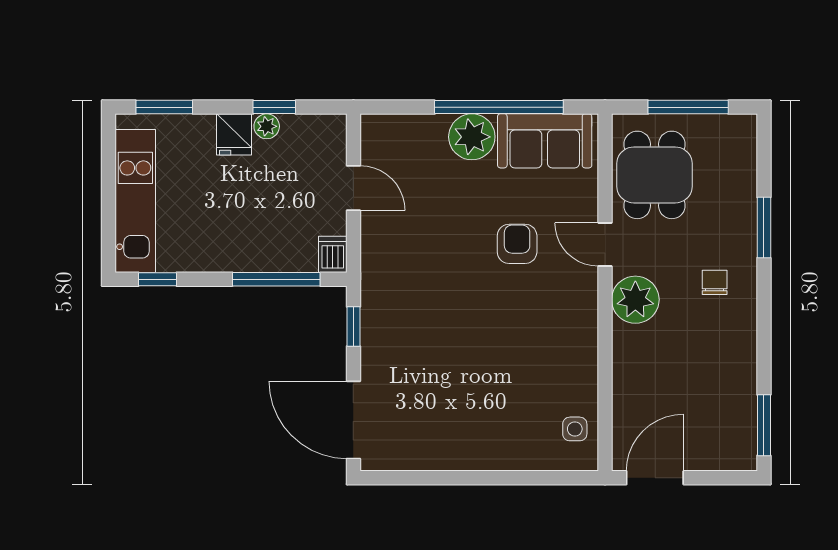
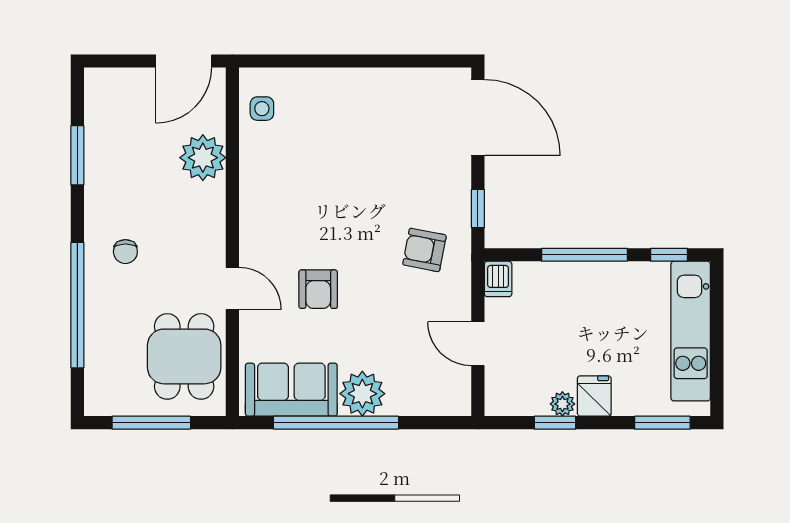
window: (764, 228) -> (77, 305), width x2.11
window: (276, 279) -> (584, 255), moved
armchair: (408, 284) -> (424, 250), added
plant: (635, 300) -> (203, 158), moved
window: (764, 425) -> (77, 155), moved

